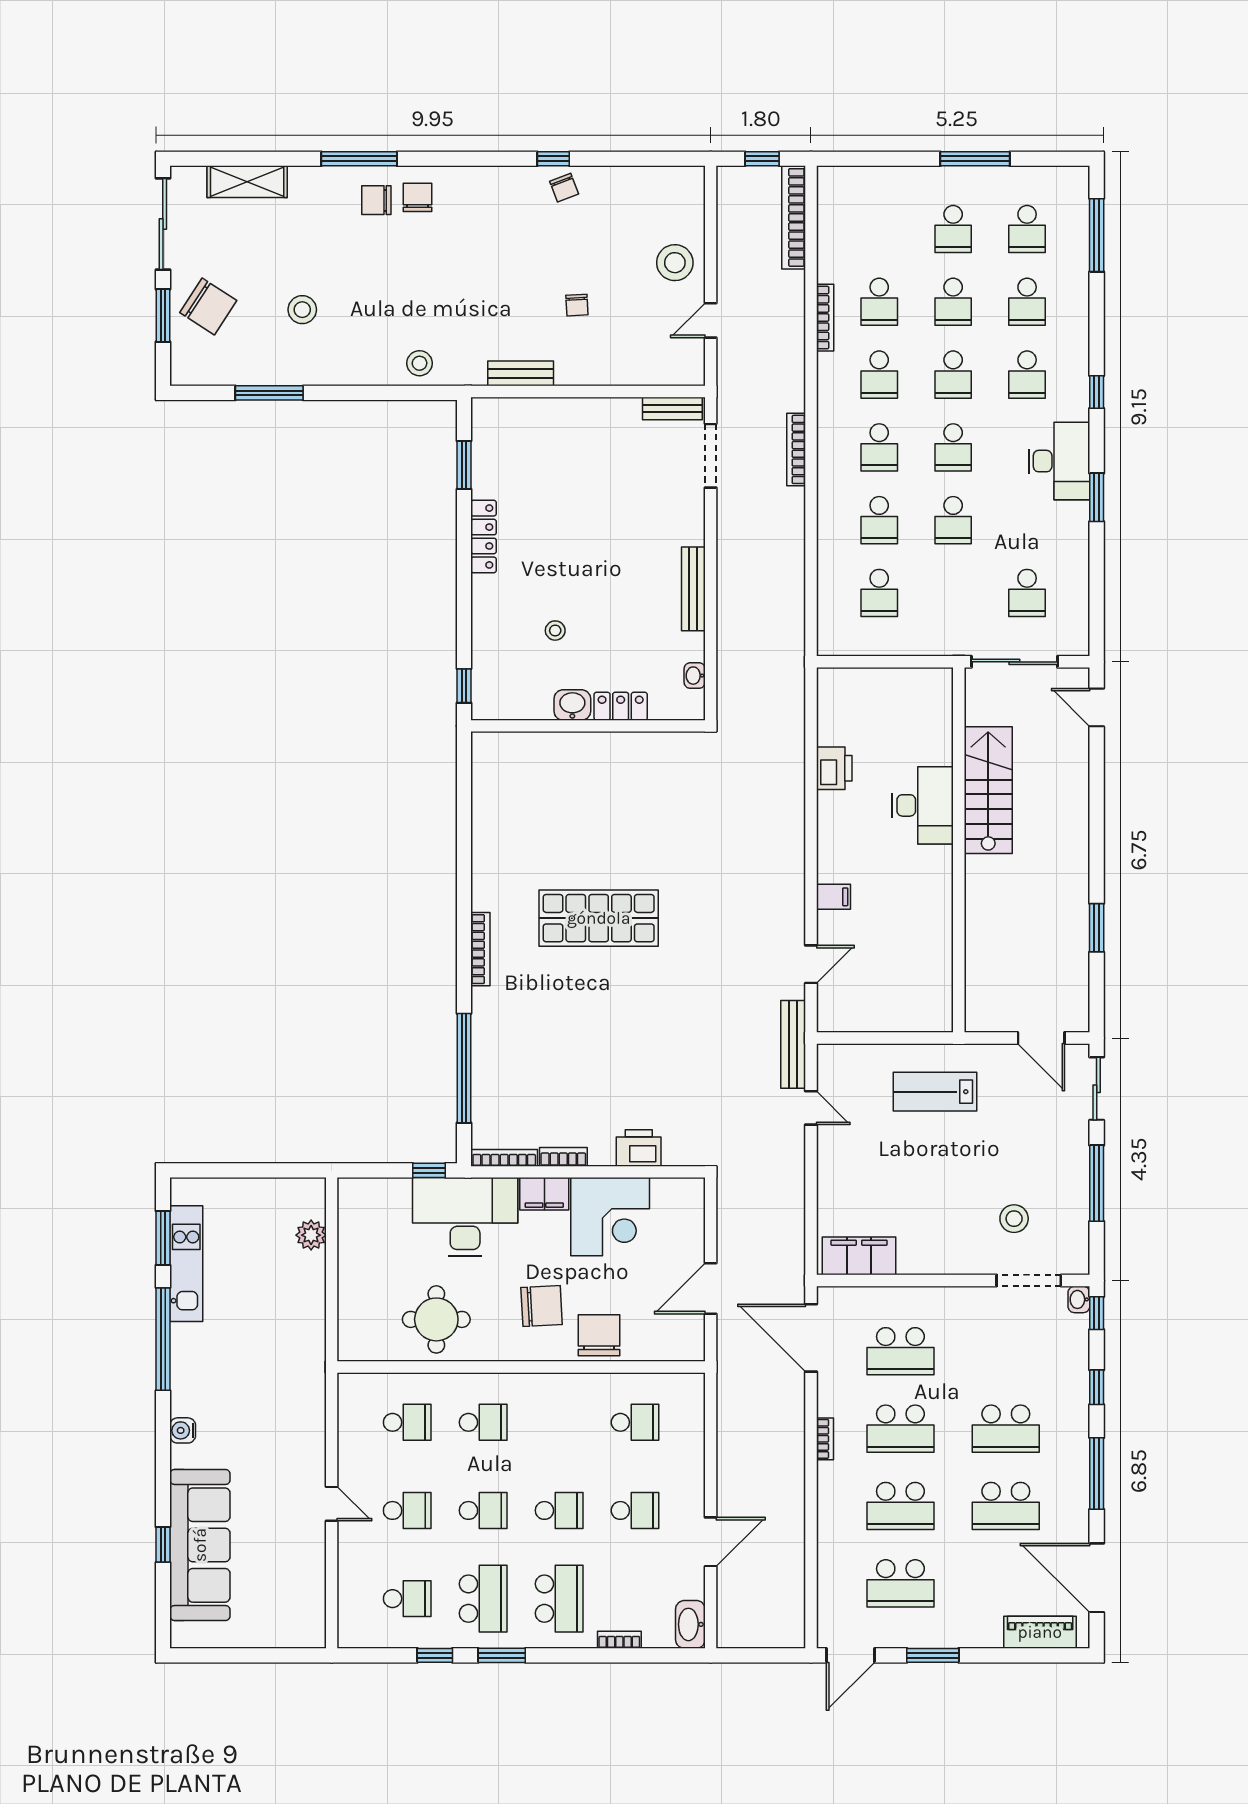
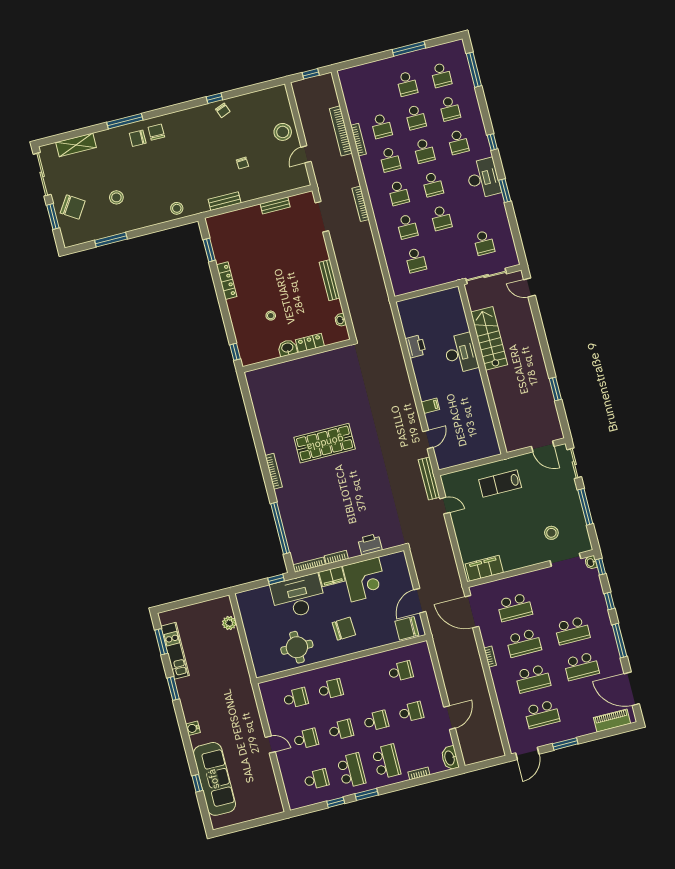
bookcase: (794, 217) -> (341, 131), moved
bench: (672, 408) -> (275, 205), moved
chair: (599, 1335) -> (407, 628), moved, turned -90
window: (163, 1339) -> (173, 688), width x0.47

